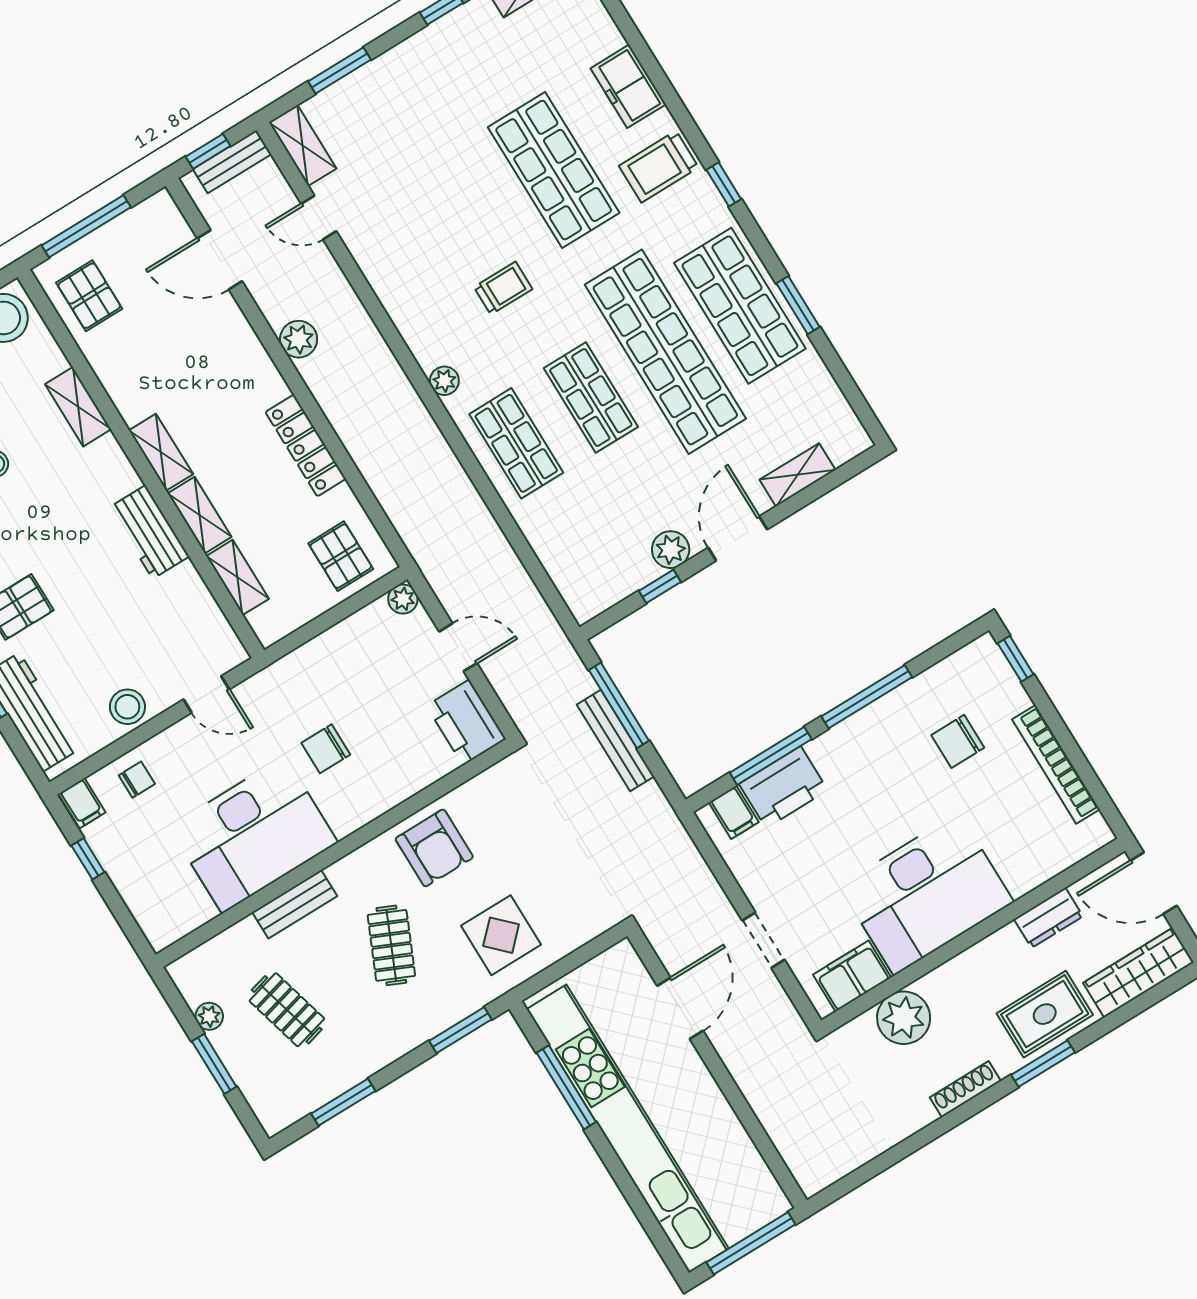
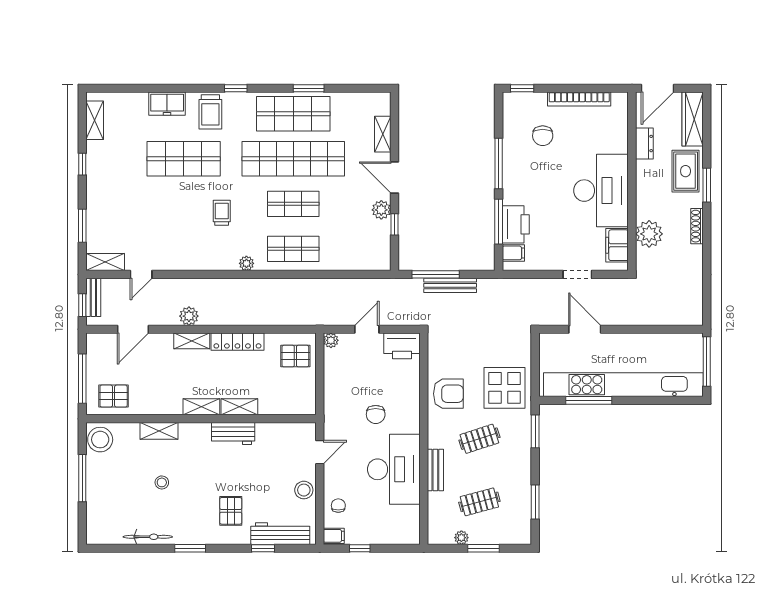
shelving: (238, 577) -> (192, 341), moved
display table: (501, 935) -> (505, 388), width x1.36, depth x1.36
clothes rail: (391, 945) -> (479, 439), turned -42

